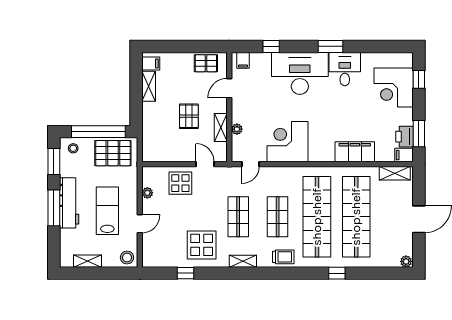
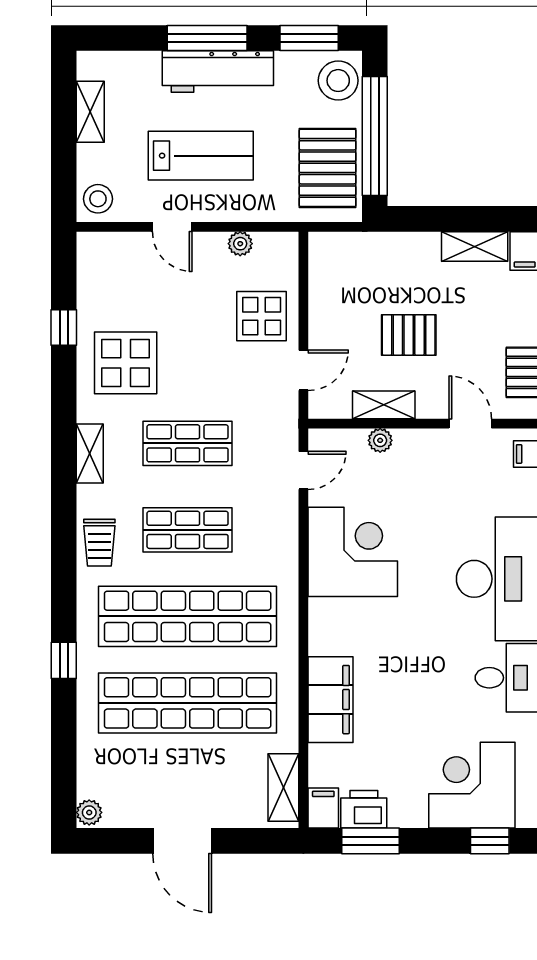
stool: (73, 148) -> (338, 81), width x1.89, depth x1.89
door: (250, 164) -> (303, 470), swing flipped

